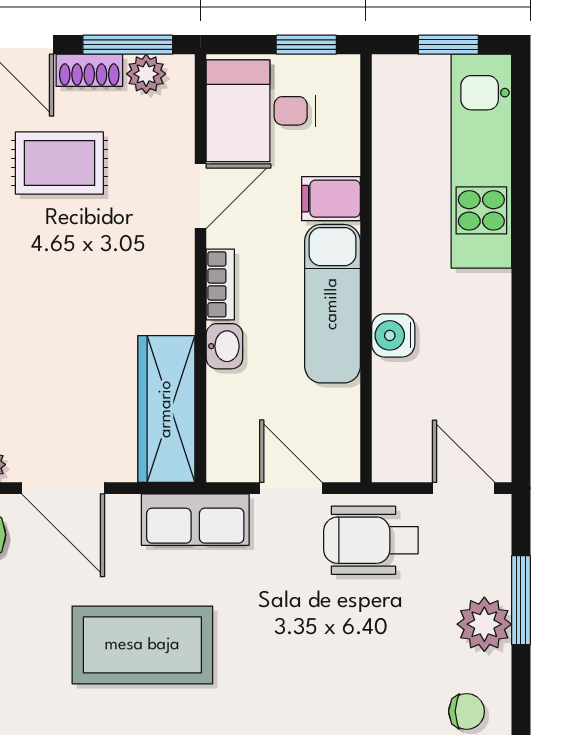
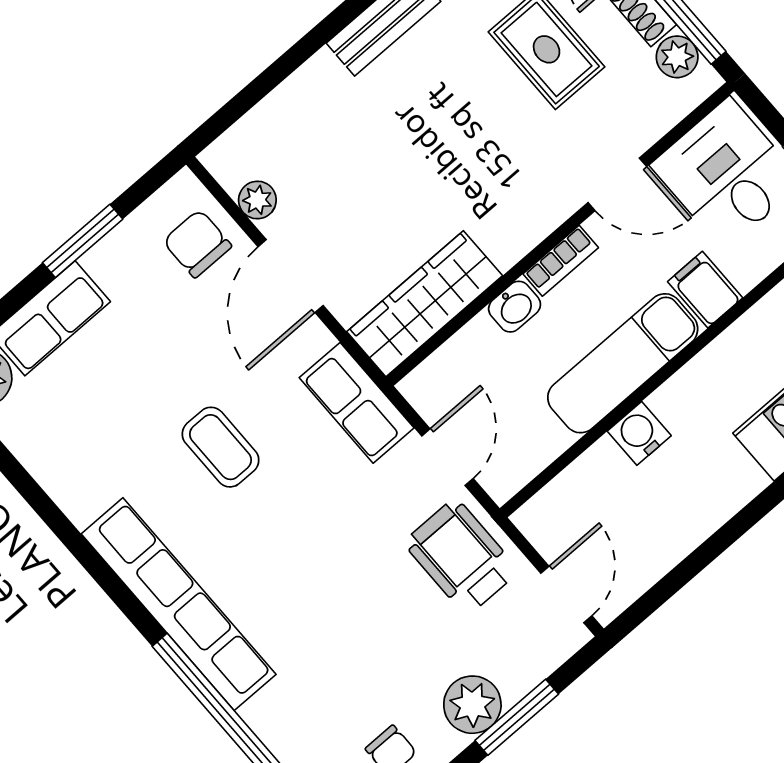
coffee table: (142, 645) -> (220, 447), width x0.54, depth x0.58

